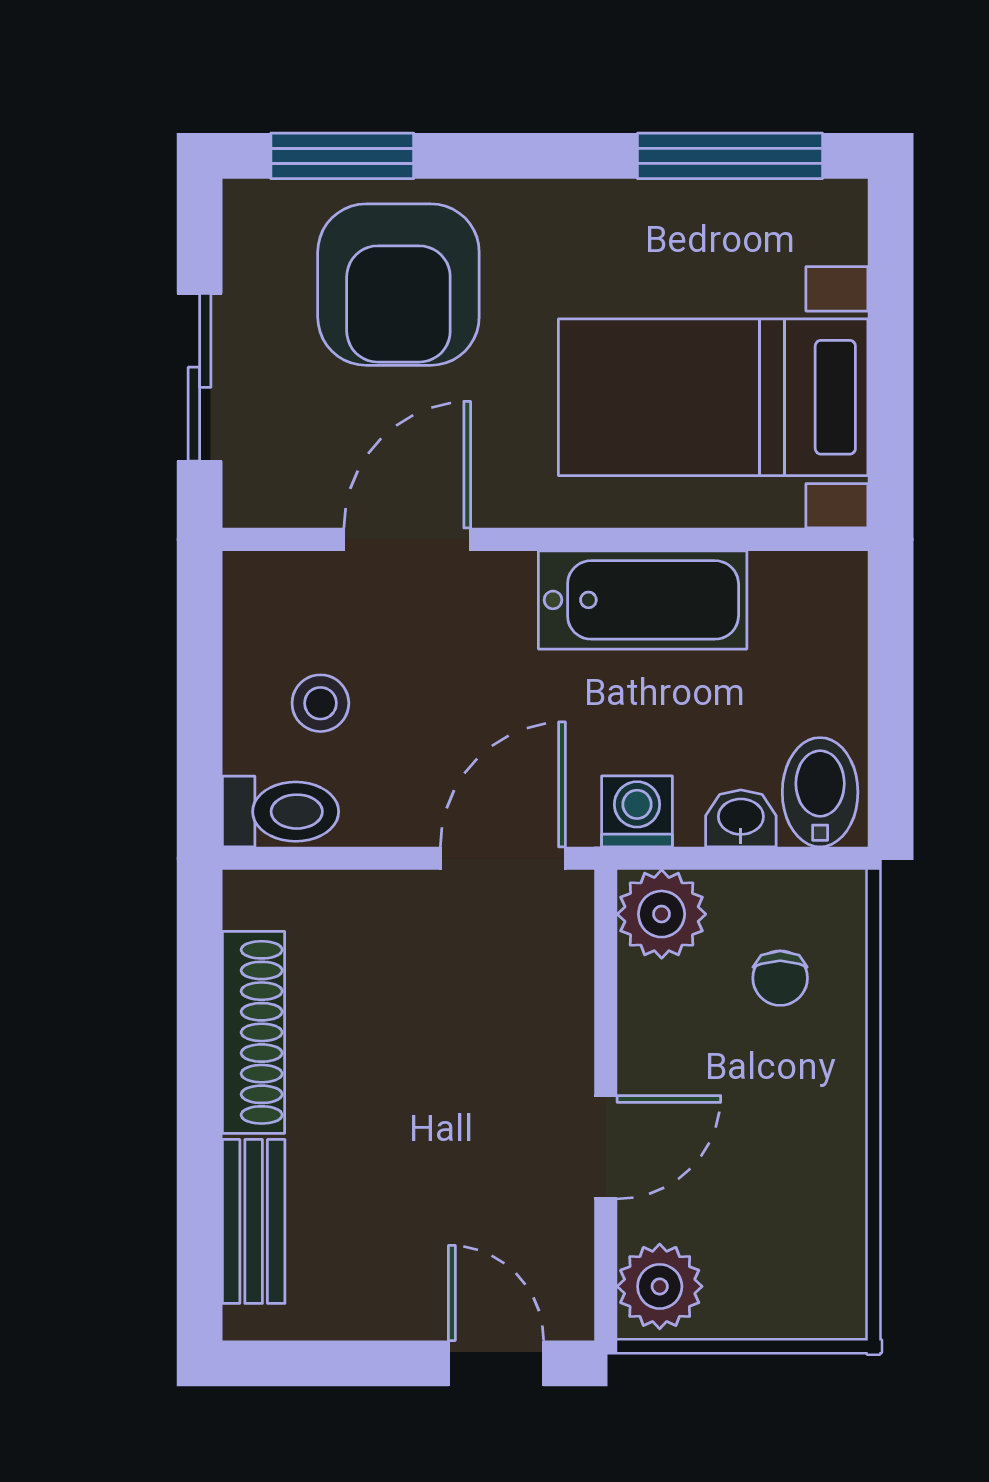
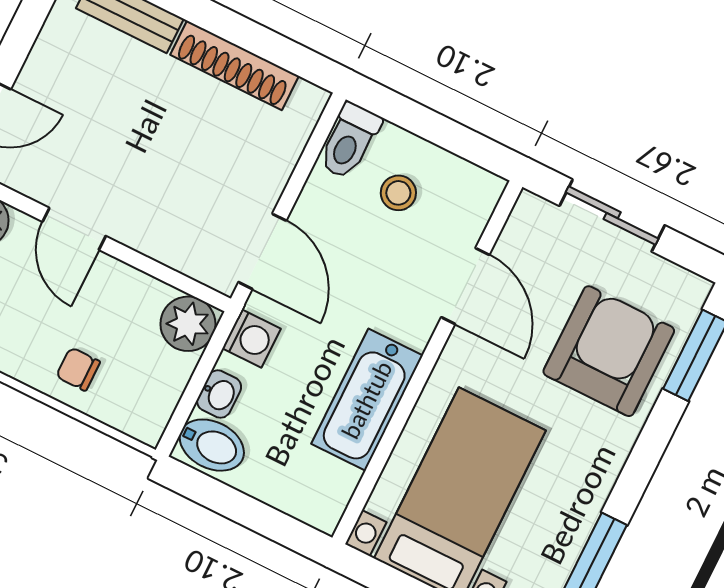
armchair: (398, 285) -> (609, 351), turned 90
chair: (780, 978) -> (78, 369), moved

